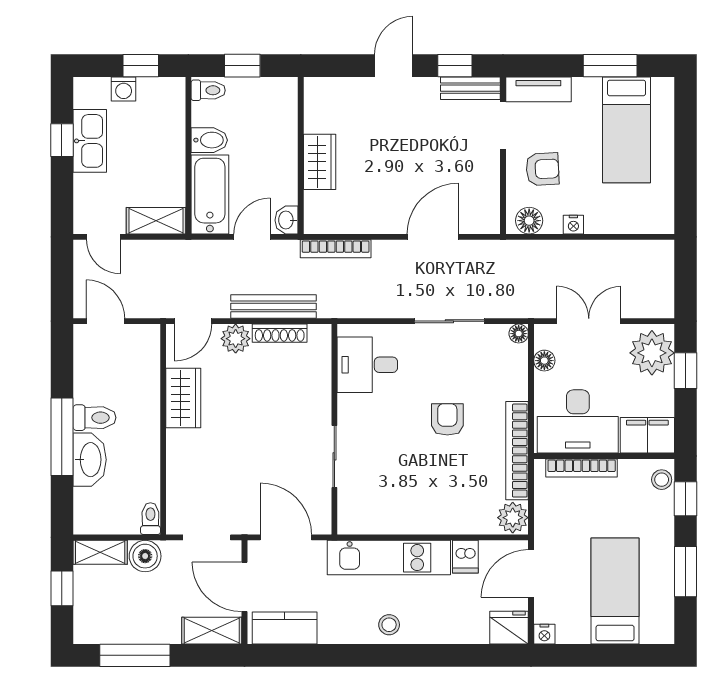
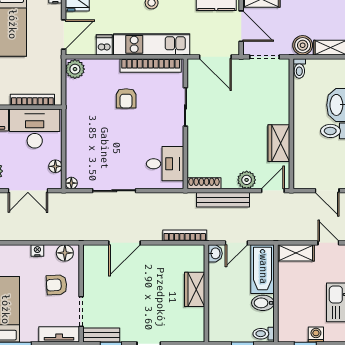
shoe rack: (280, 333) -> (204, 183), moved
armchair: (447, 419) -> (126, 98), moved
bookcase: (517, 451) -> (151, 65), moved, turned 90

